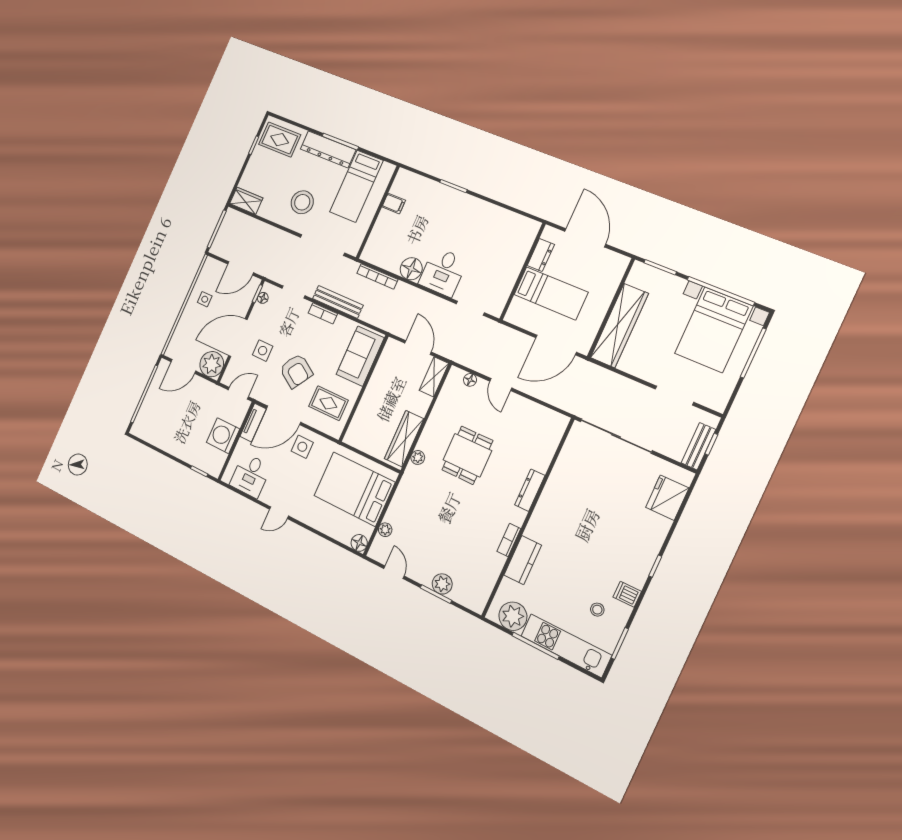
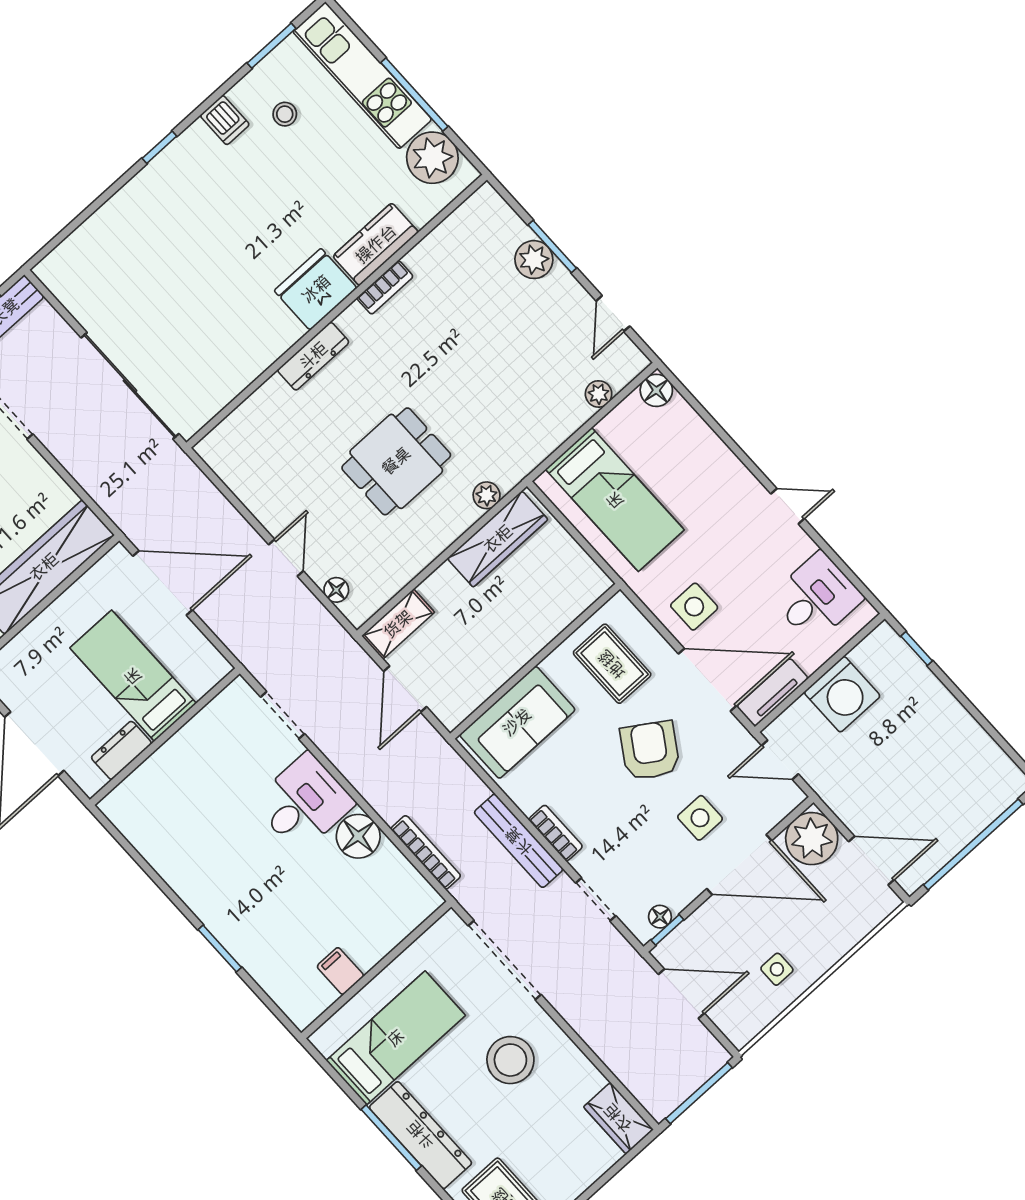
bed: (354, 489) -> (615, 500), width x0.67
fridge: (667, 498) -> (316, 289), moved, turned 180

